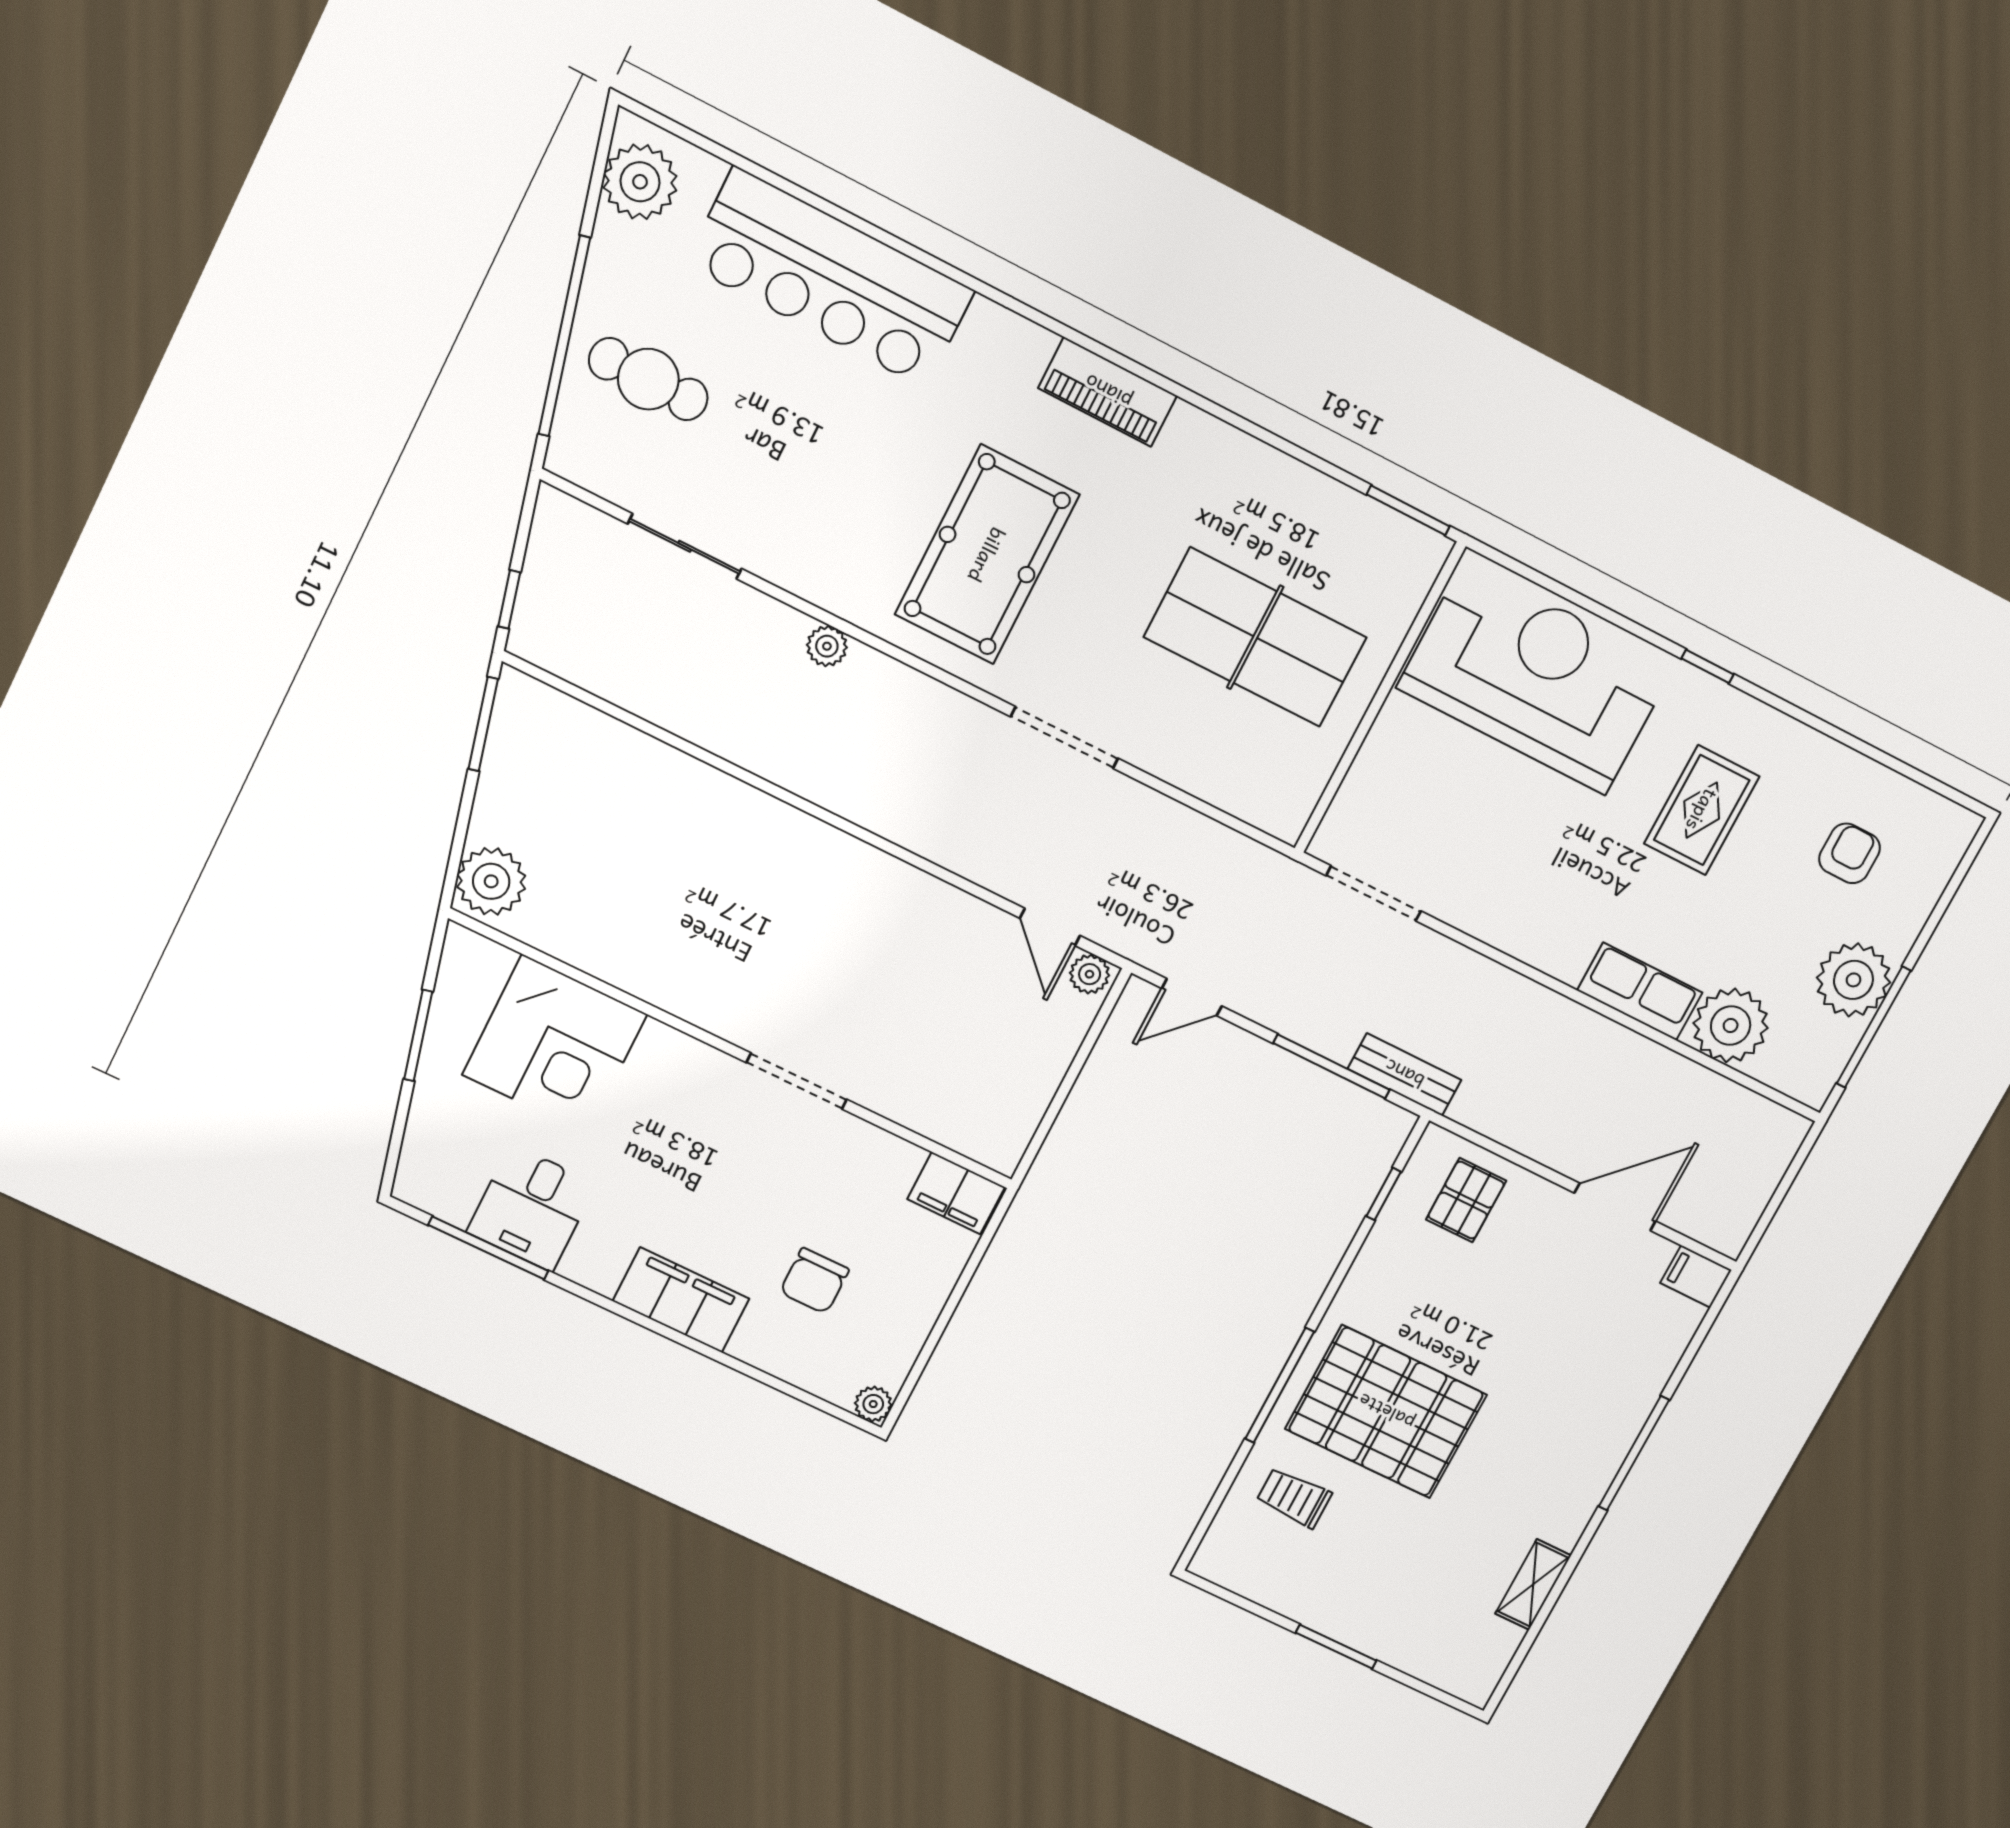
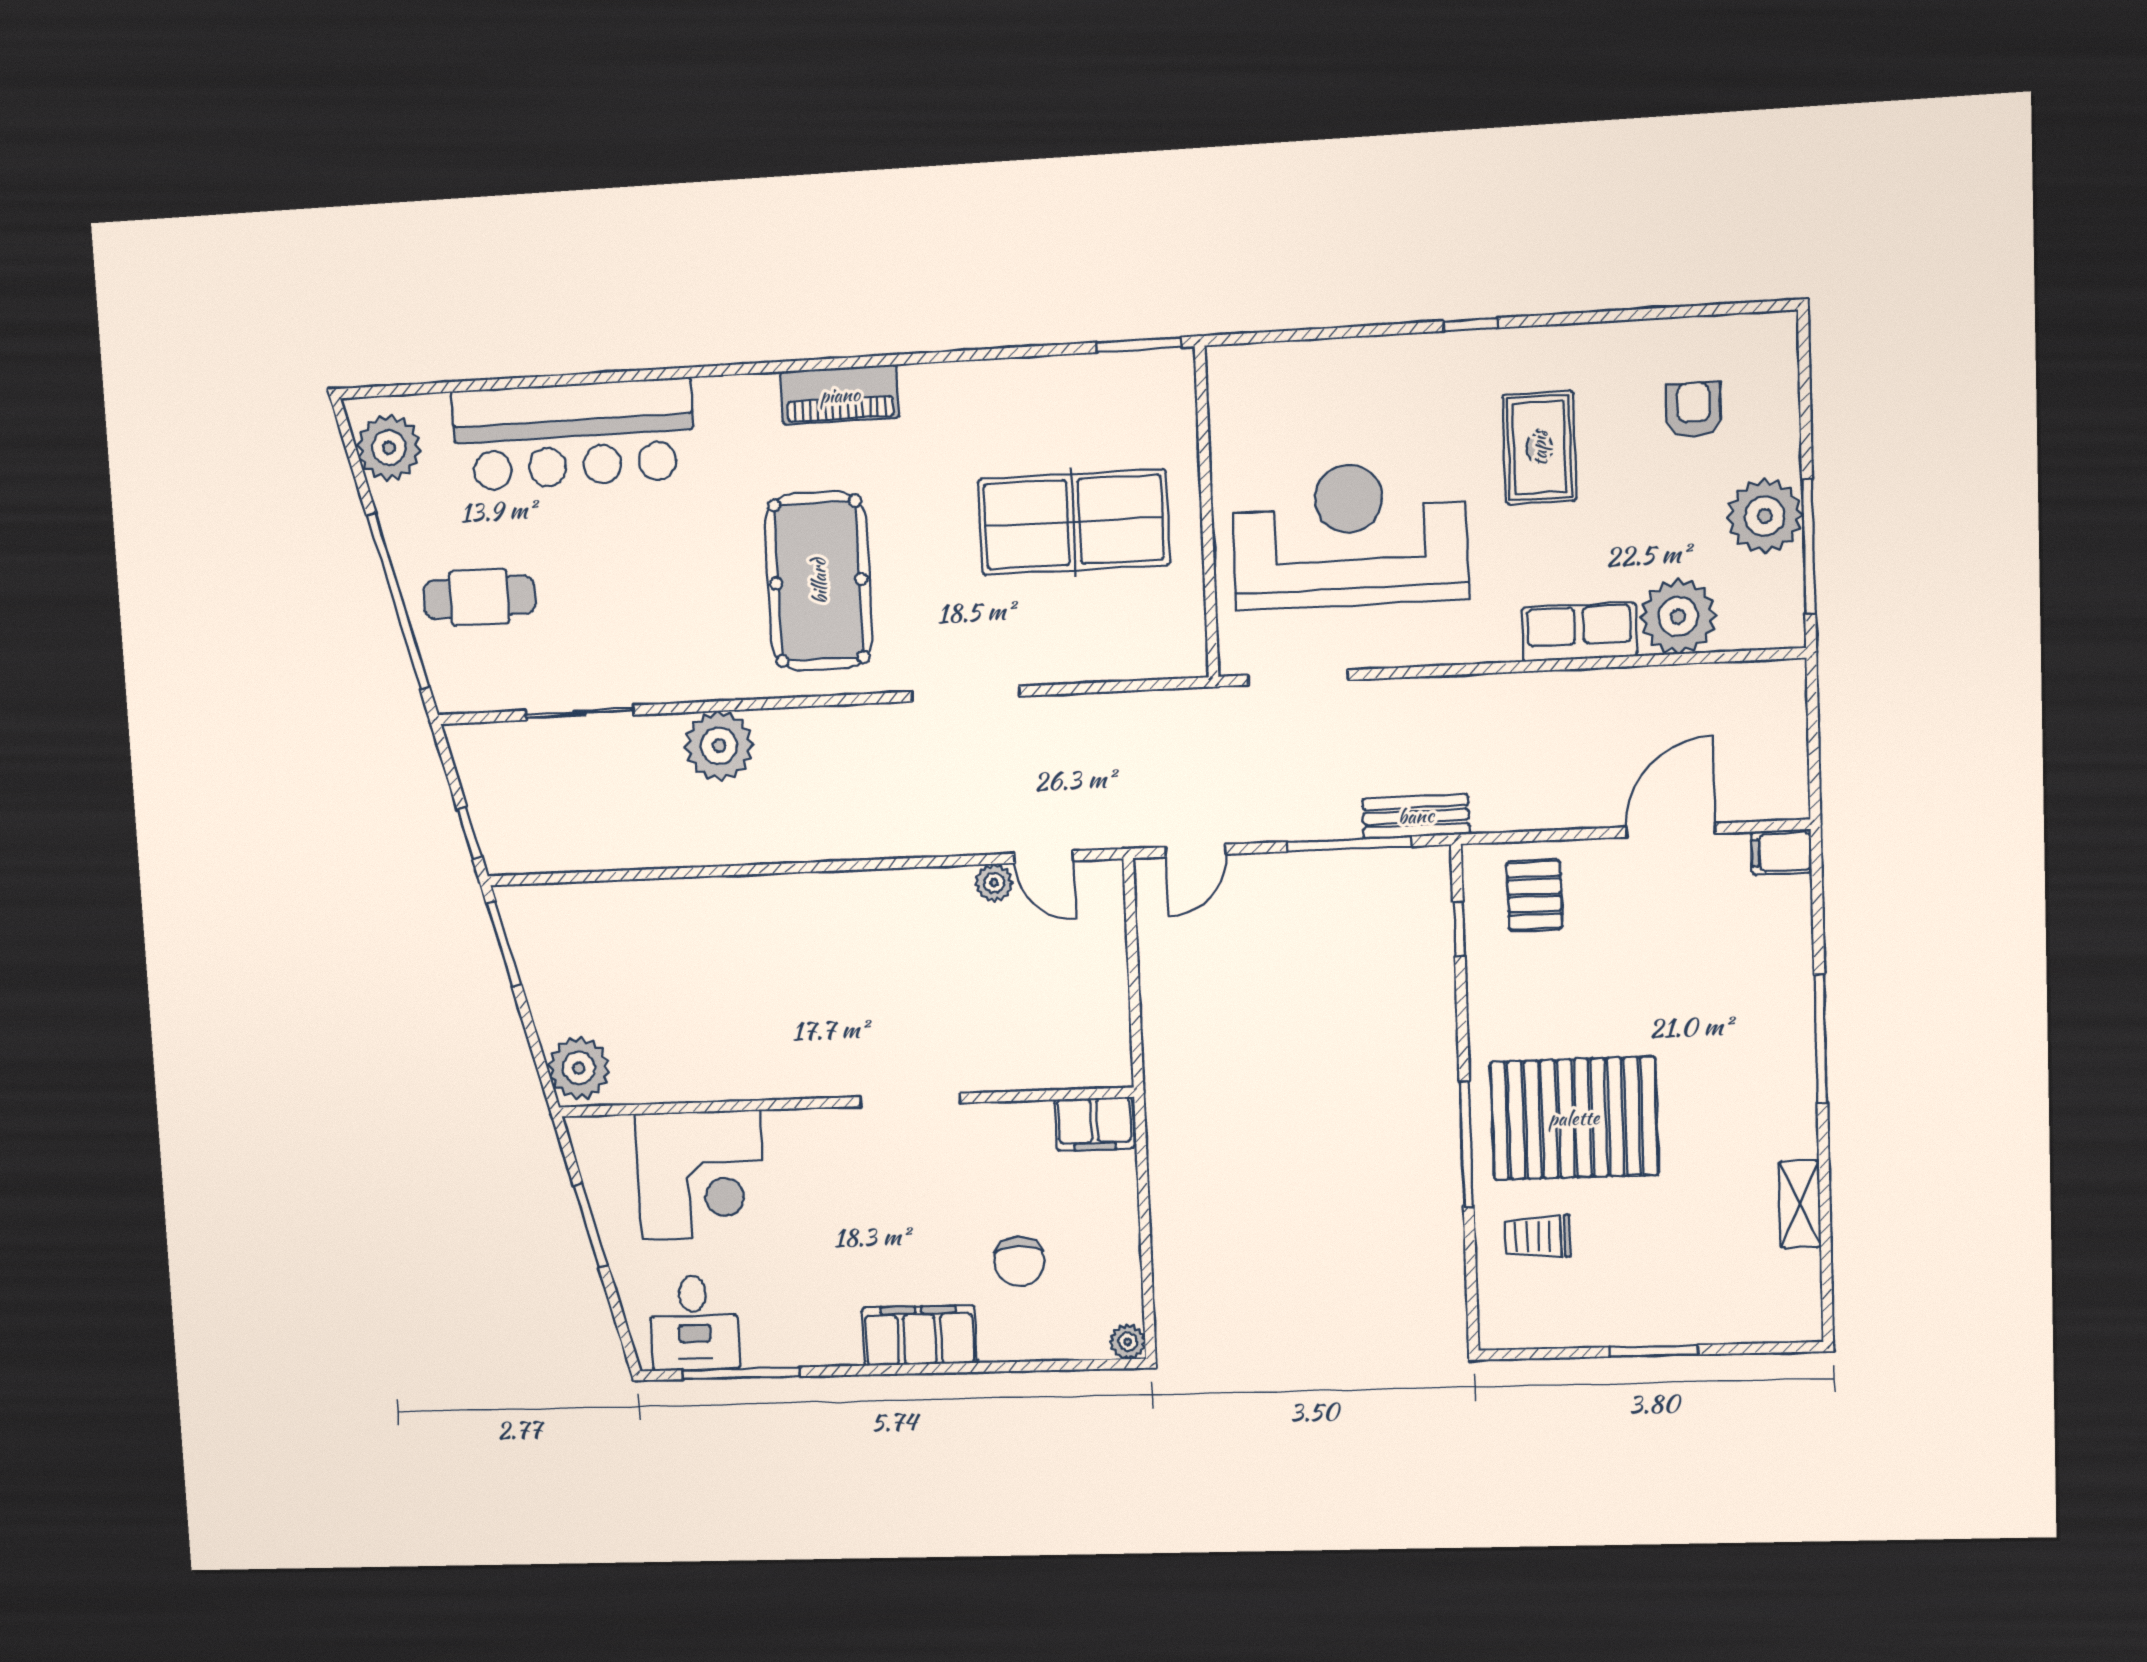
plant: (827, 646) -> (719, 746), width x1.88, depth x1.88
reception desk: (1535, 678) -> (1350, 535), moved
plant: (1090, 974) -> (994, 883), moved
desk: (532, 1208) -> (694, 1323), moved

